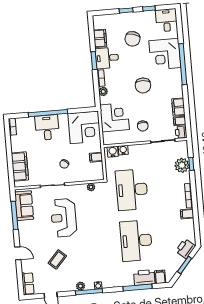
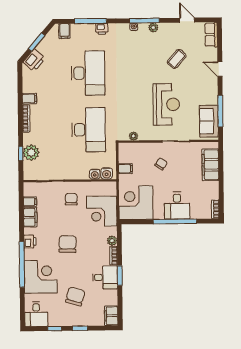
filing cabinet: (100, 38) -> (111, 316), moved
printer: (181, 132) -> (30, 242), moved
printer: (144, 278) -> (102, 29), moved, width x0.53, depth x0.68

